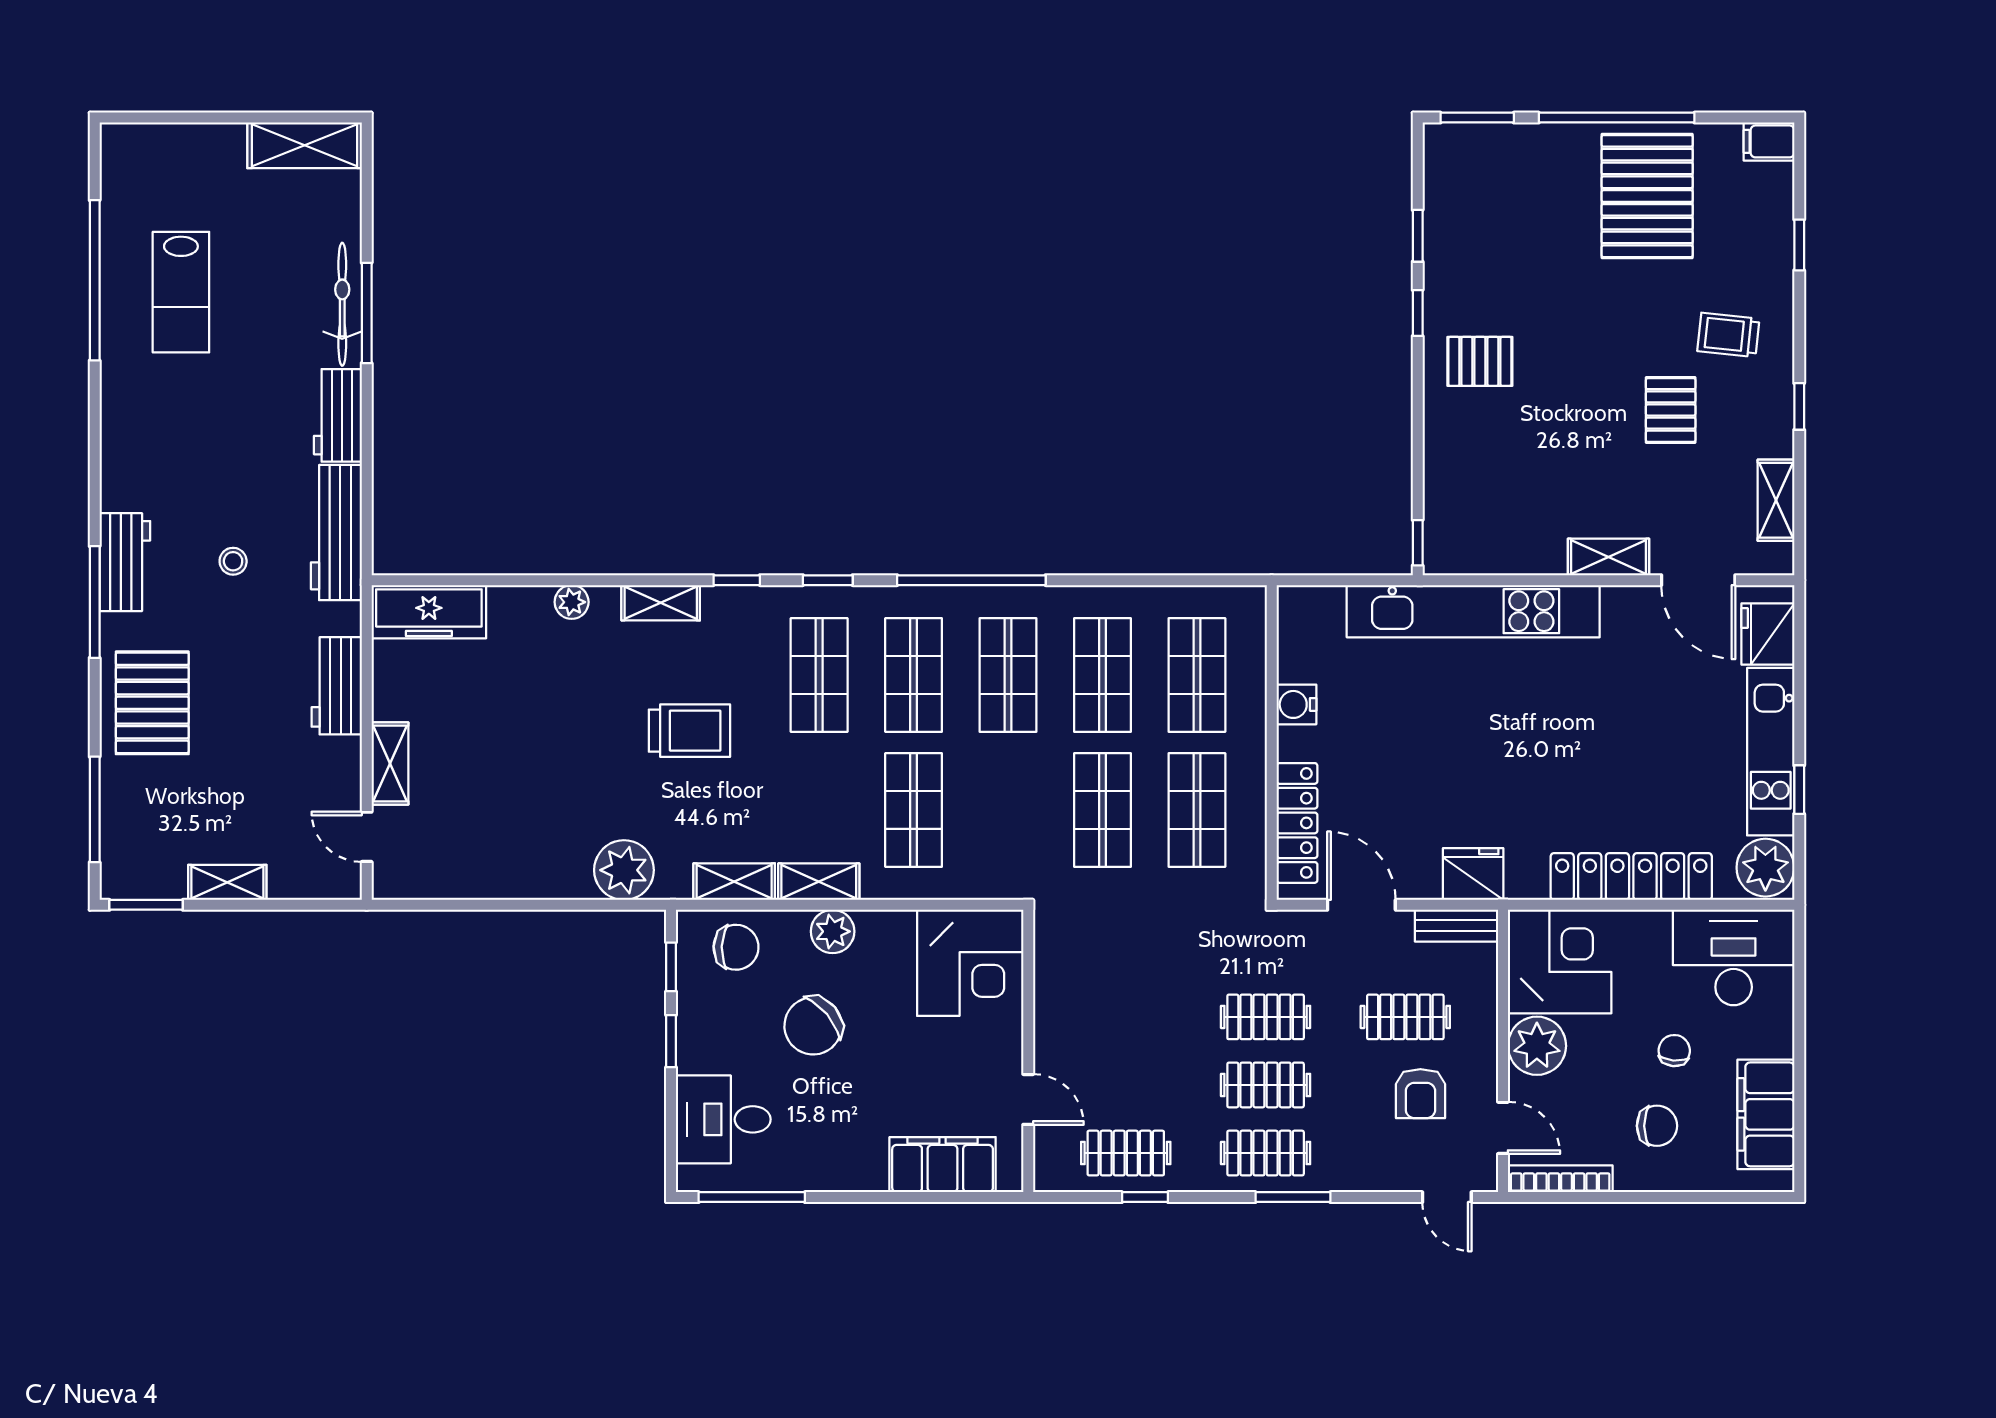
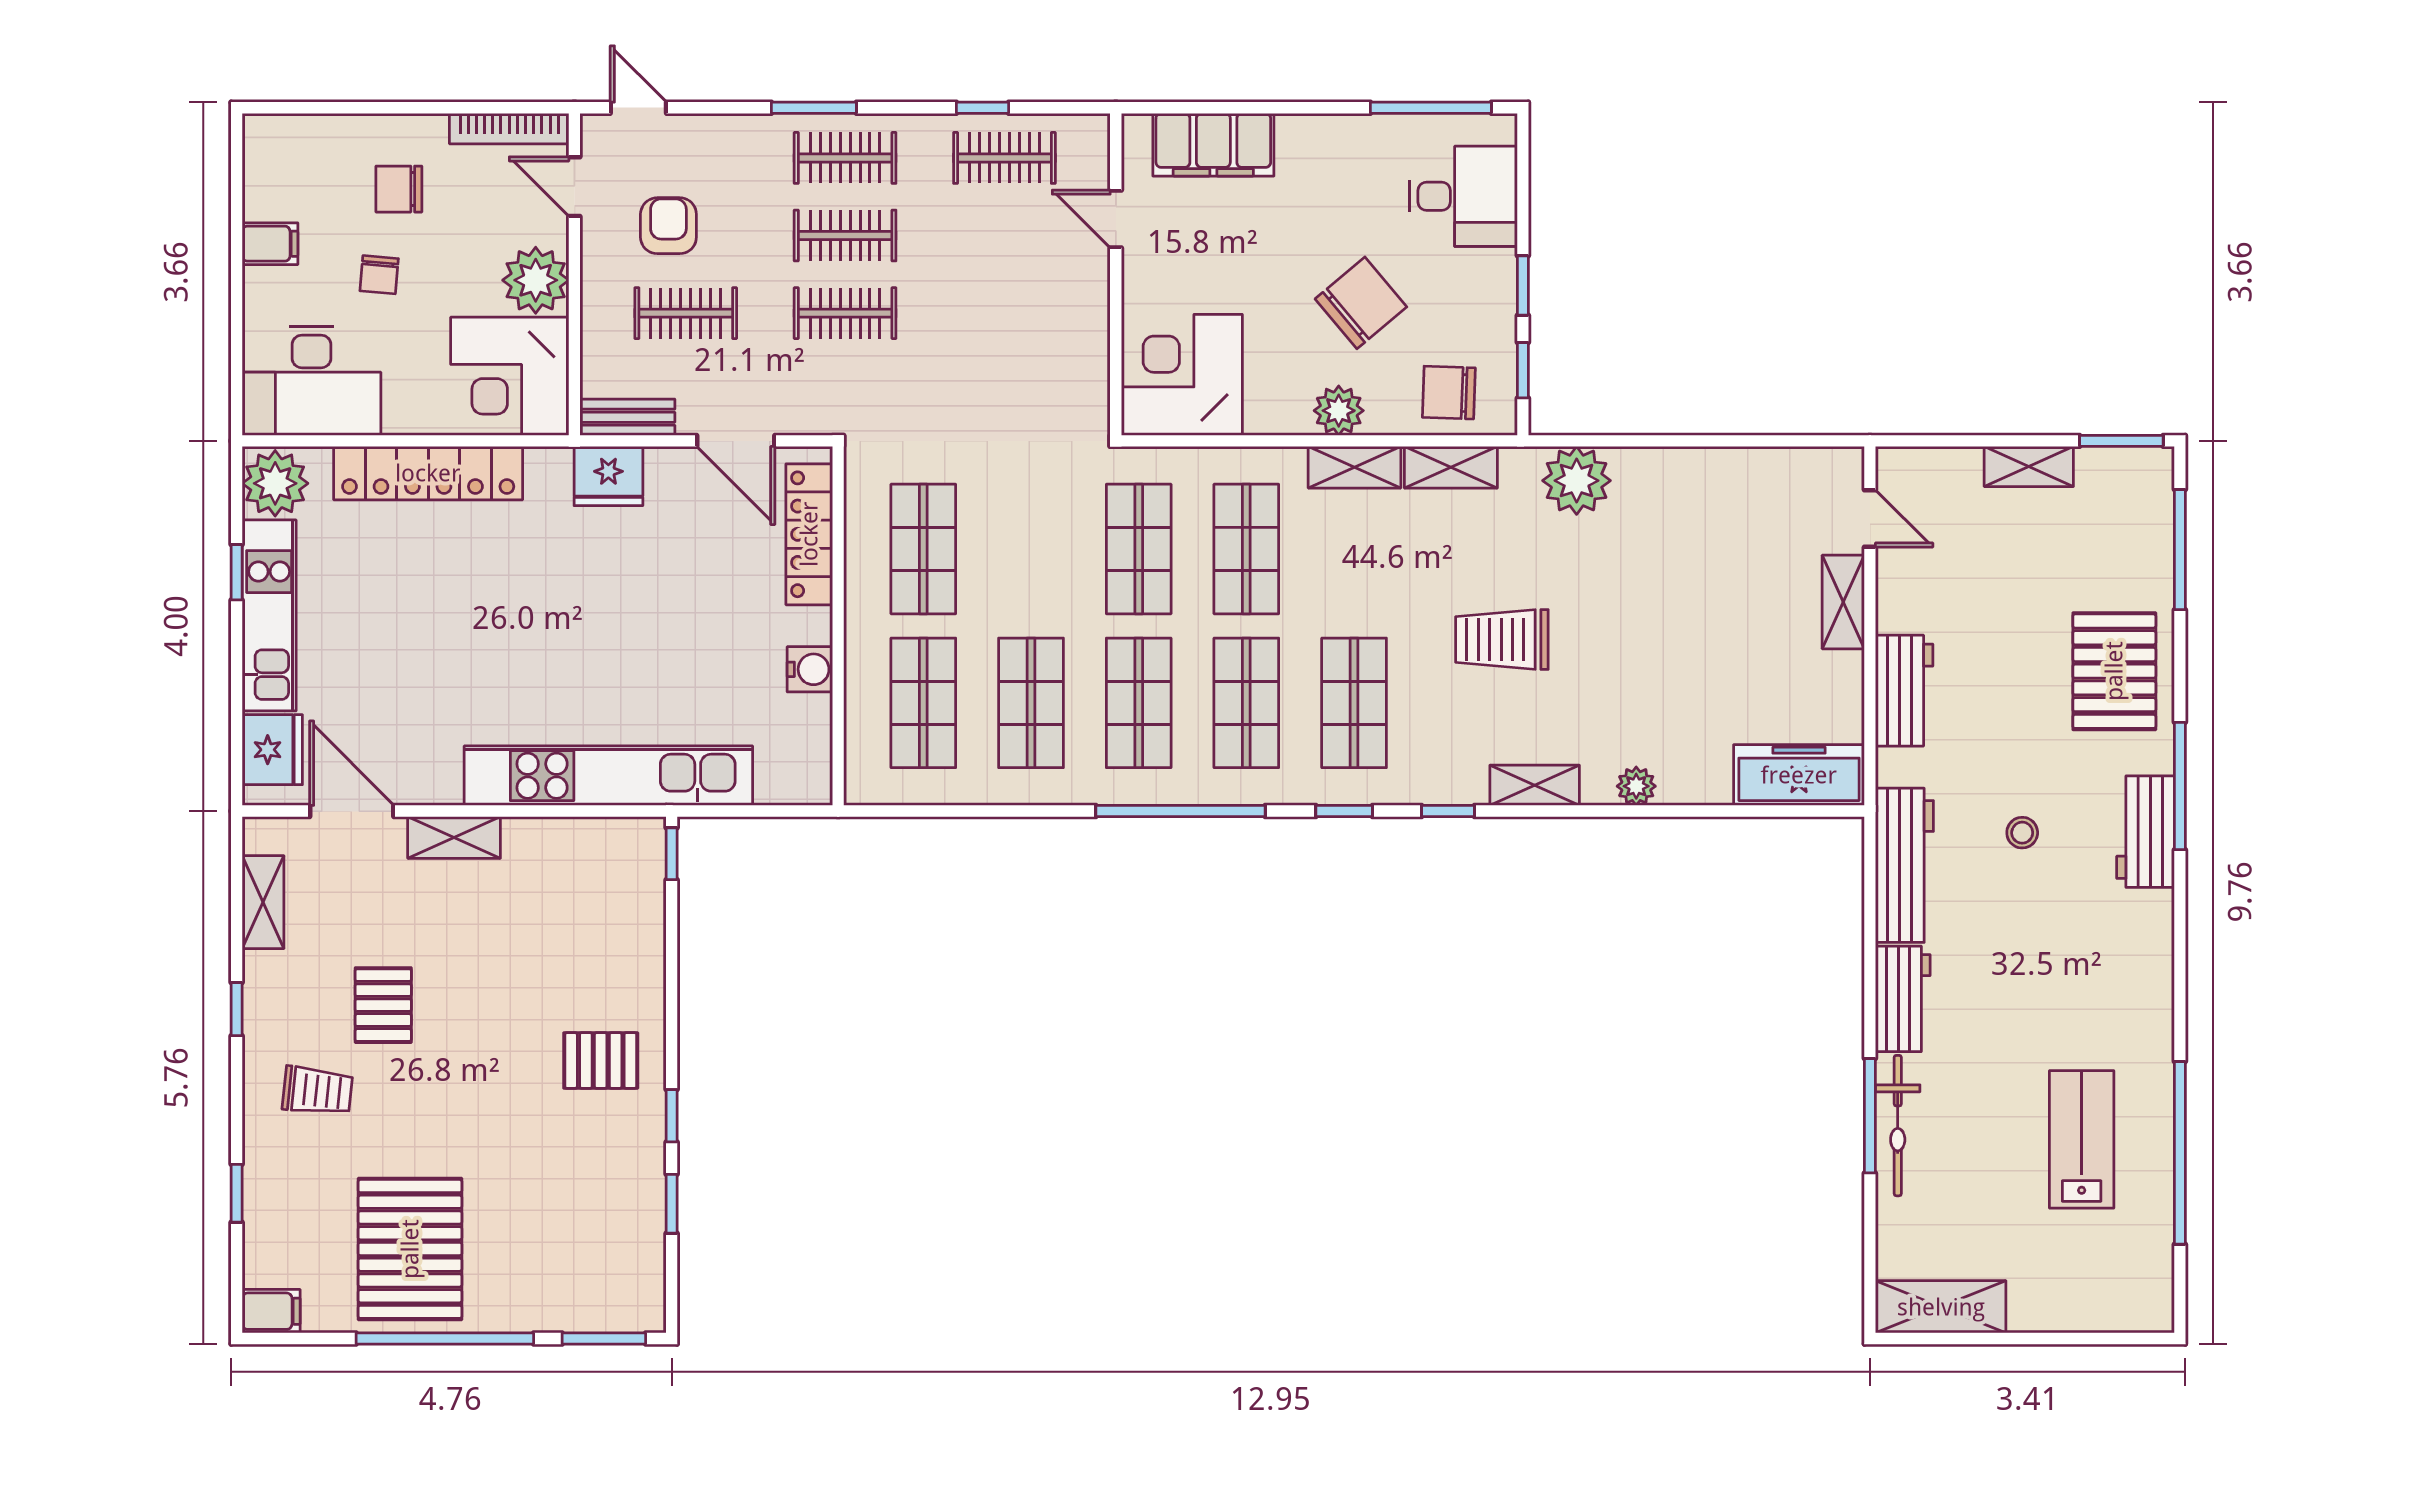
shop shelf: (1102, 810) -> (1139, 549), moved
filing cabinet: (1766, 1114) -> (270, 244), width x0.33, depth x0.86

